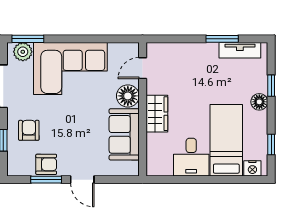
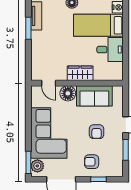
armchair: (46, 164) -> (97, 132), moved, turned 180

